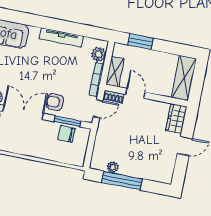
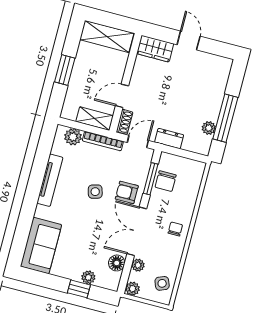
window: (140, 42) -> (65, 70), moved
side table: (54, 76) -> (95, 192), added
armchair: (55, 102) -> (127, 192), turned 90
door: (98, 109) -> (138, 141), hinge flipped
dresser: (102, 135) -> (169, 139), added
chair: (27, 144) -> (175, 229), added

